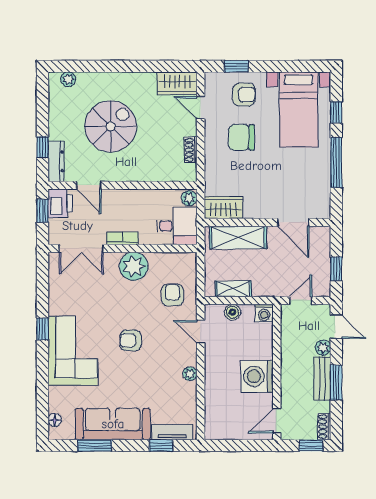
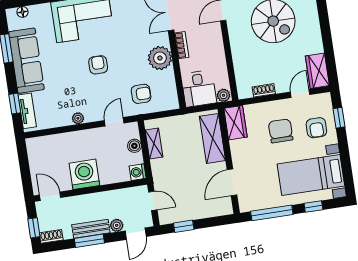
wardrobe: (223, 208) -> (236, 123), moved
wall: (267, 222) -> (229, 161), moved
door: (293, 222) -> (232, 182), moved
shelving: (238, 238) -> (212, 138), moved

